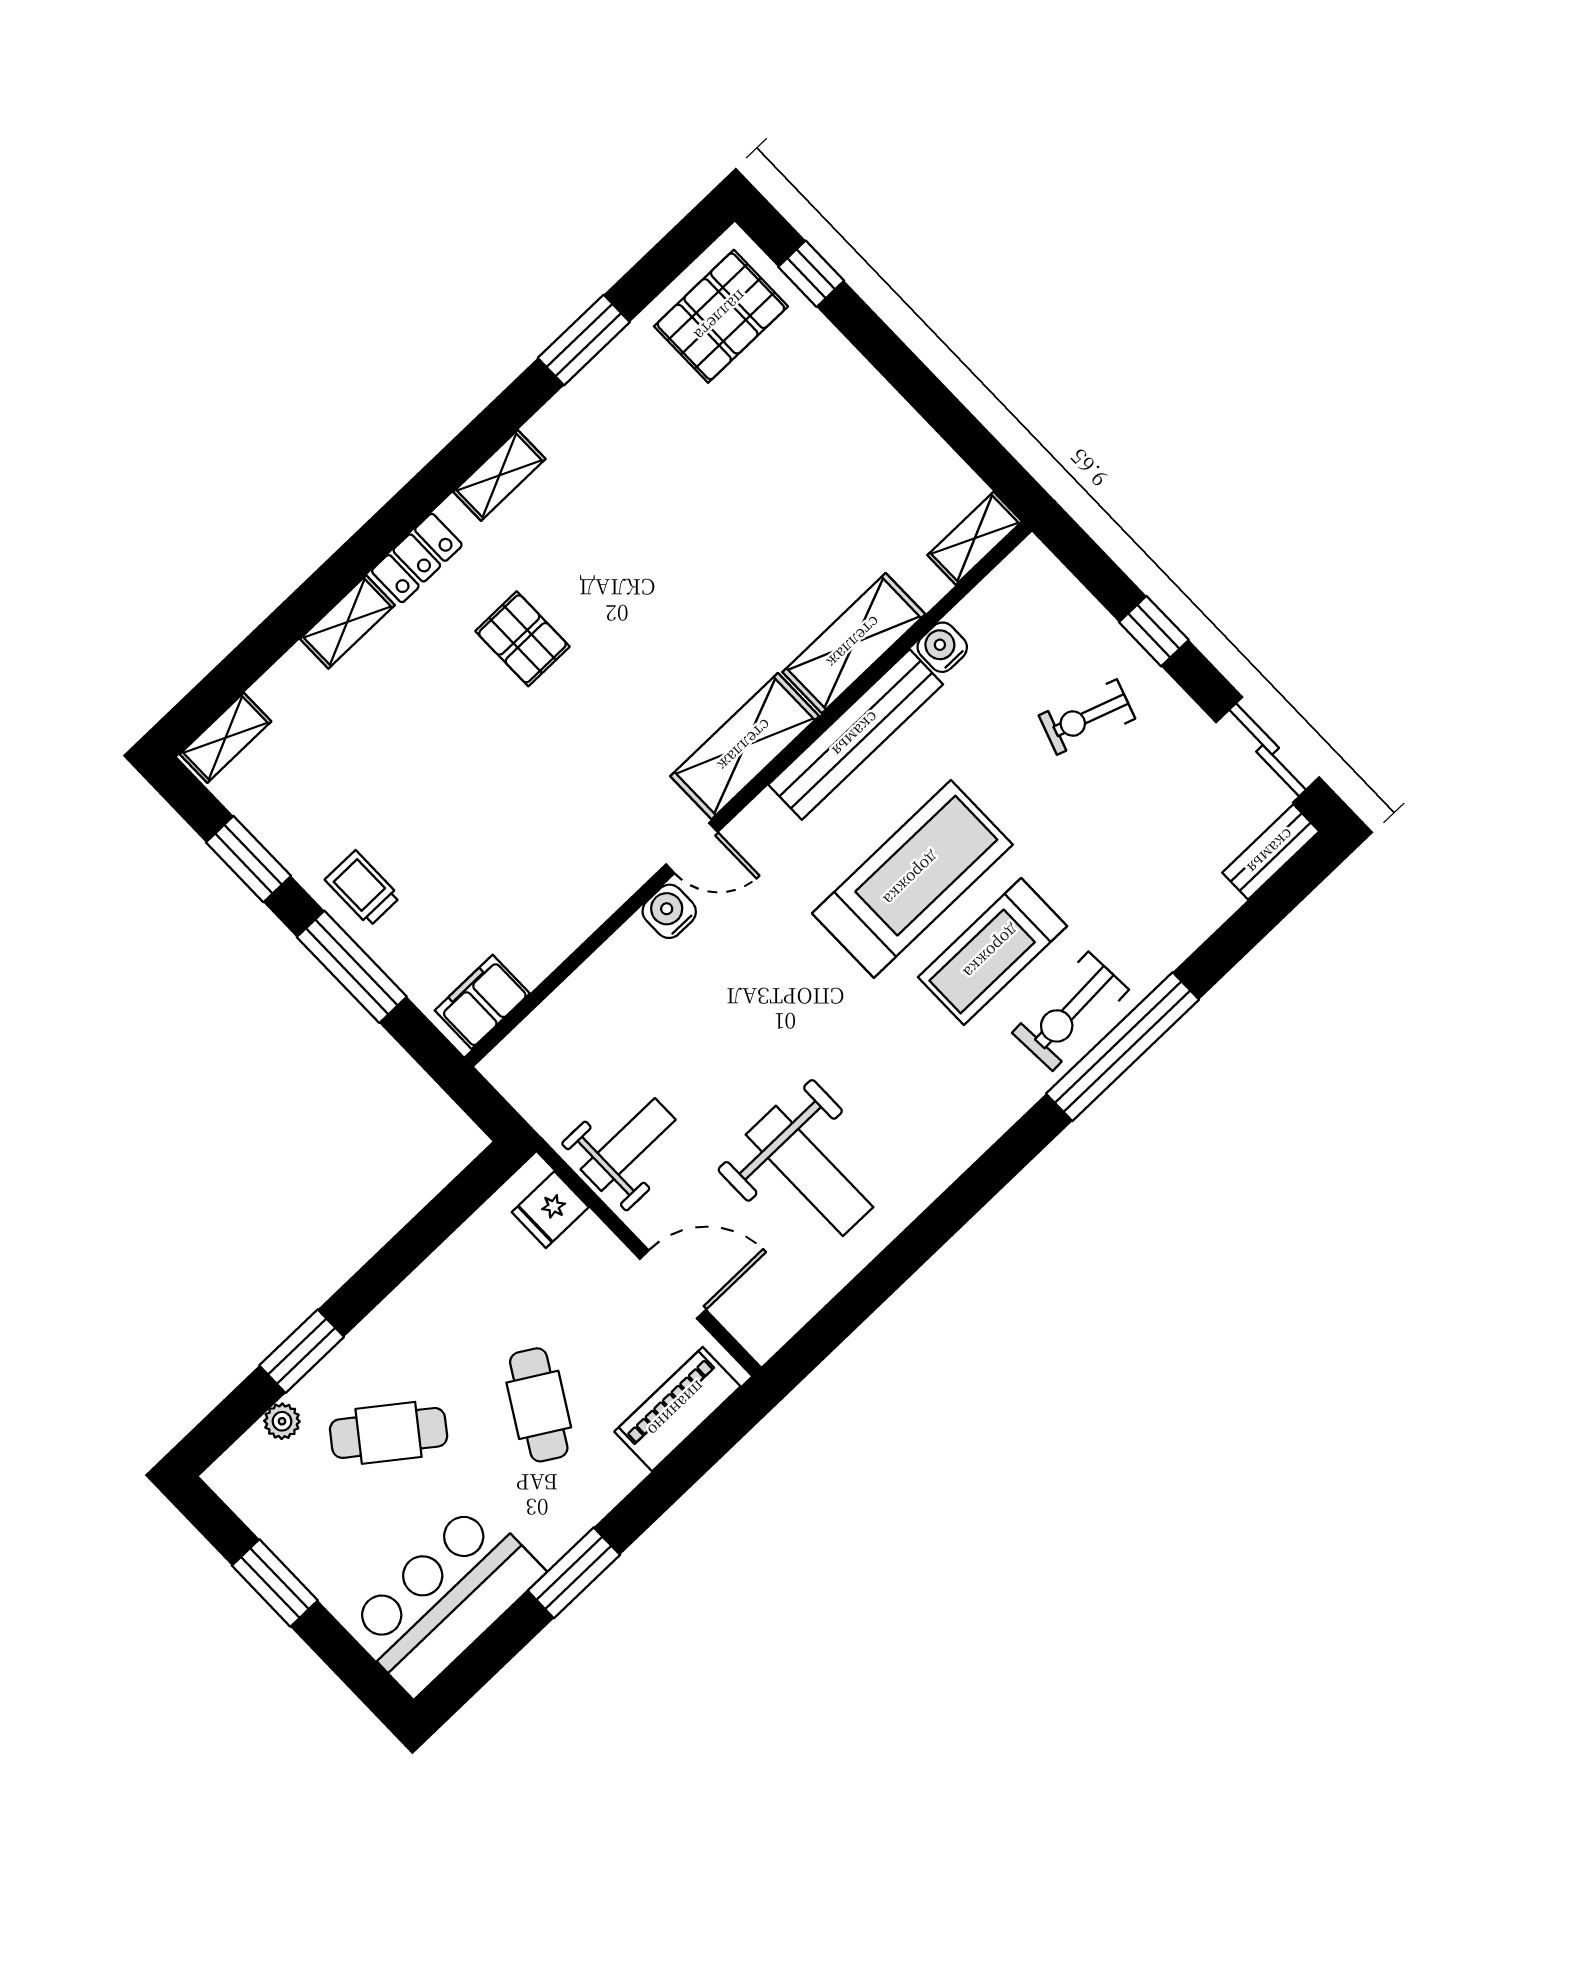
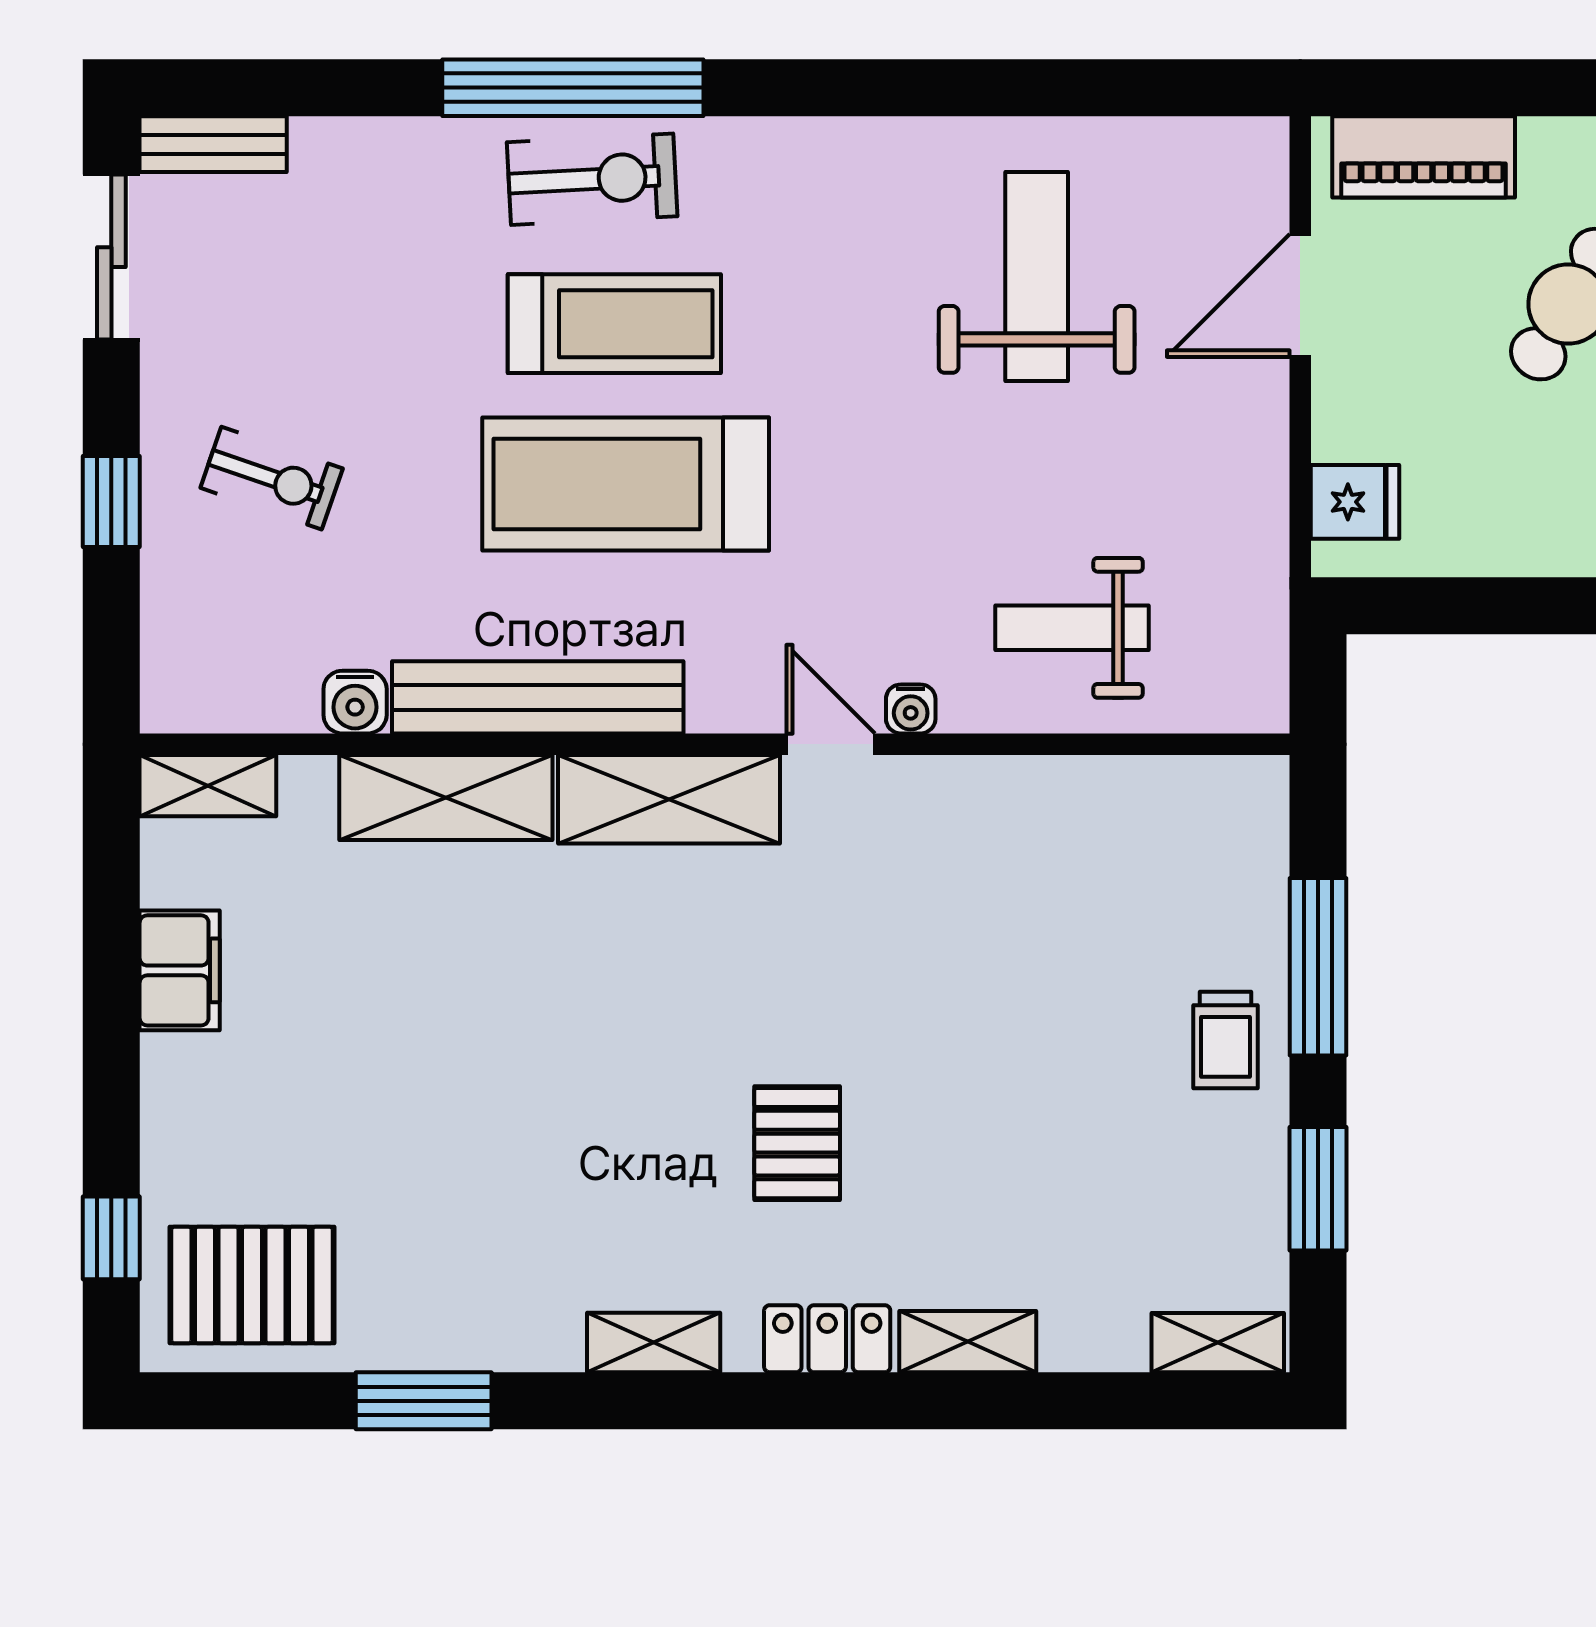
water cooler: (669, 911) -> (911, 709), width x0.72, depth x0.72
filing cabinet: (482, 1002) -> (180, 970), moved, turned -90
weight bench: (628, 1145) -> (1072, 628), moved
door: (673, 1284) -> (1300, 295), hinge flipped

